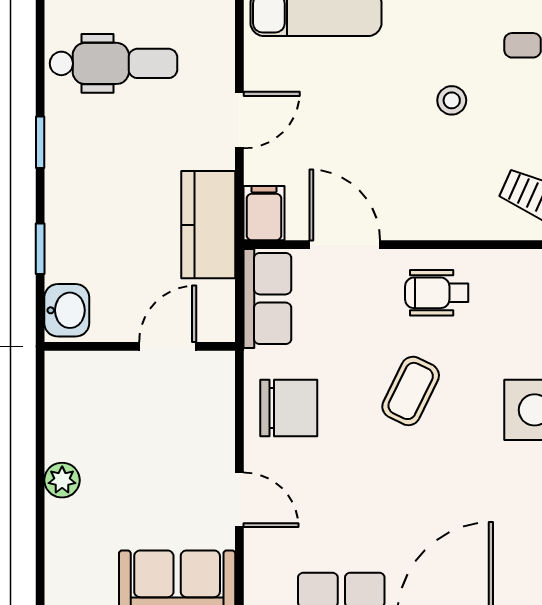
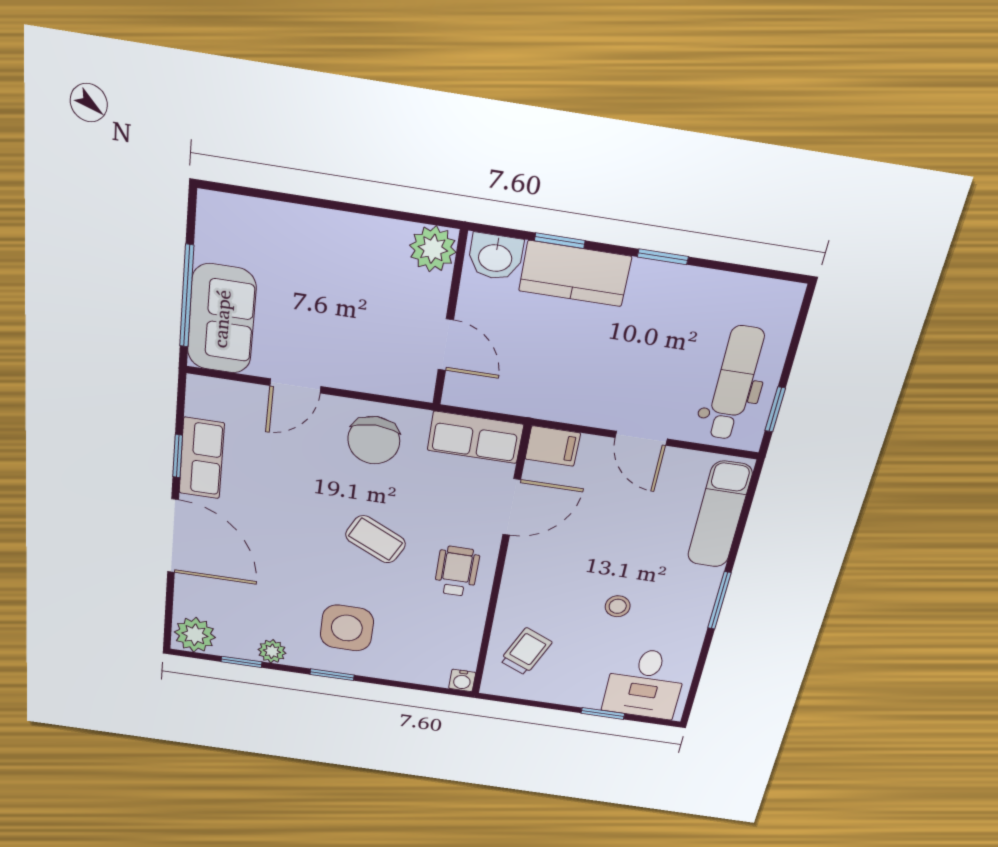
dental chair: (113, 63) -> (734, 383), moved, turned 180
kitchen counter: (208, 225) -> (575, 274), moved, turned 180
plant: (62, 480) -> (433, 249), moved, width x1.38, depth x1.38

